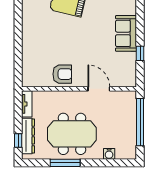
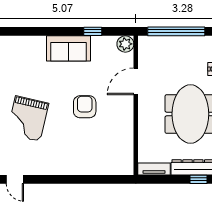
armchair: (62, 74) -> (85, 107), moved
plant: (130, 80) -> (125, 44), added

